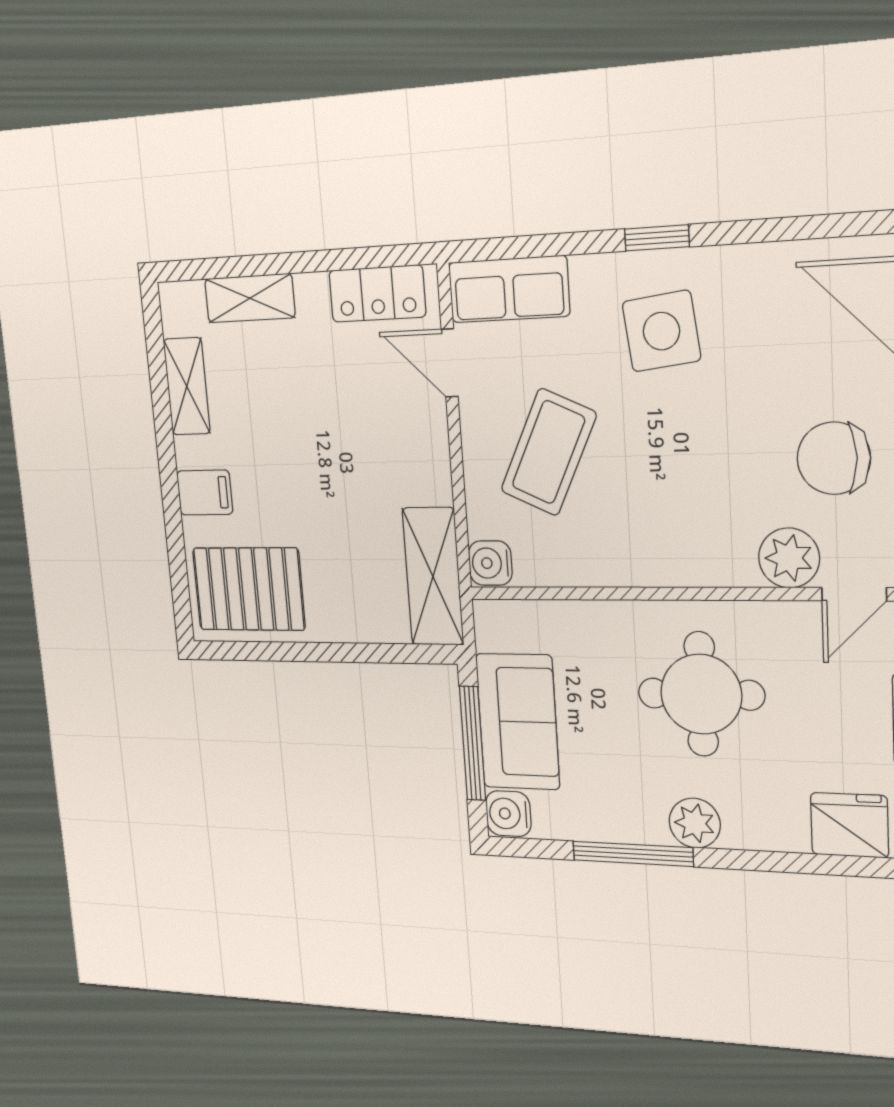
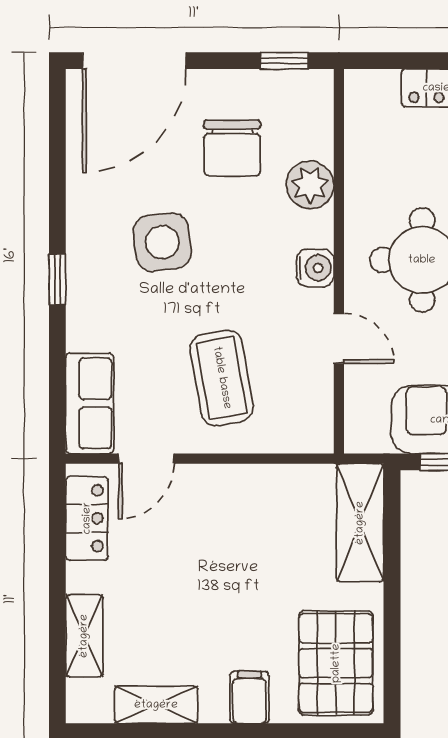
side table: (661, 331) -> (162, 242), moved
coffee table: (548, 452) -> (222, 378), turned 55
water cooler: (490, 563) -> (315, 268), moved, turned -90
shelving: (433, 577) -> (360, 523), moved, turned 90
door: (854, 594) -> (339, 338), moved

